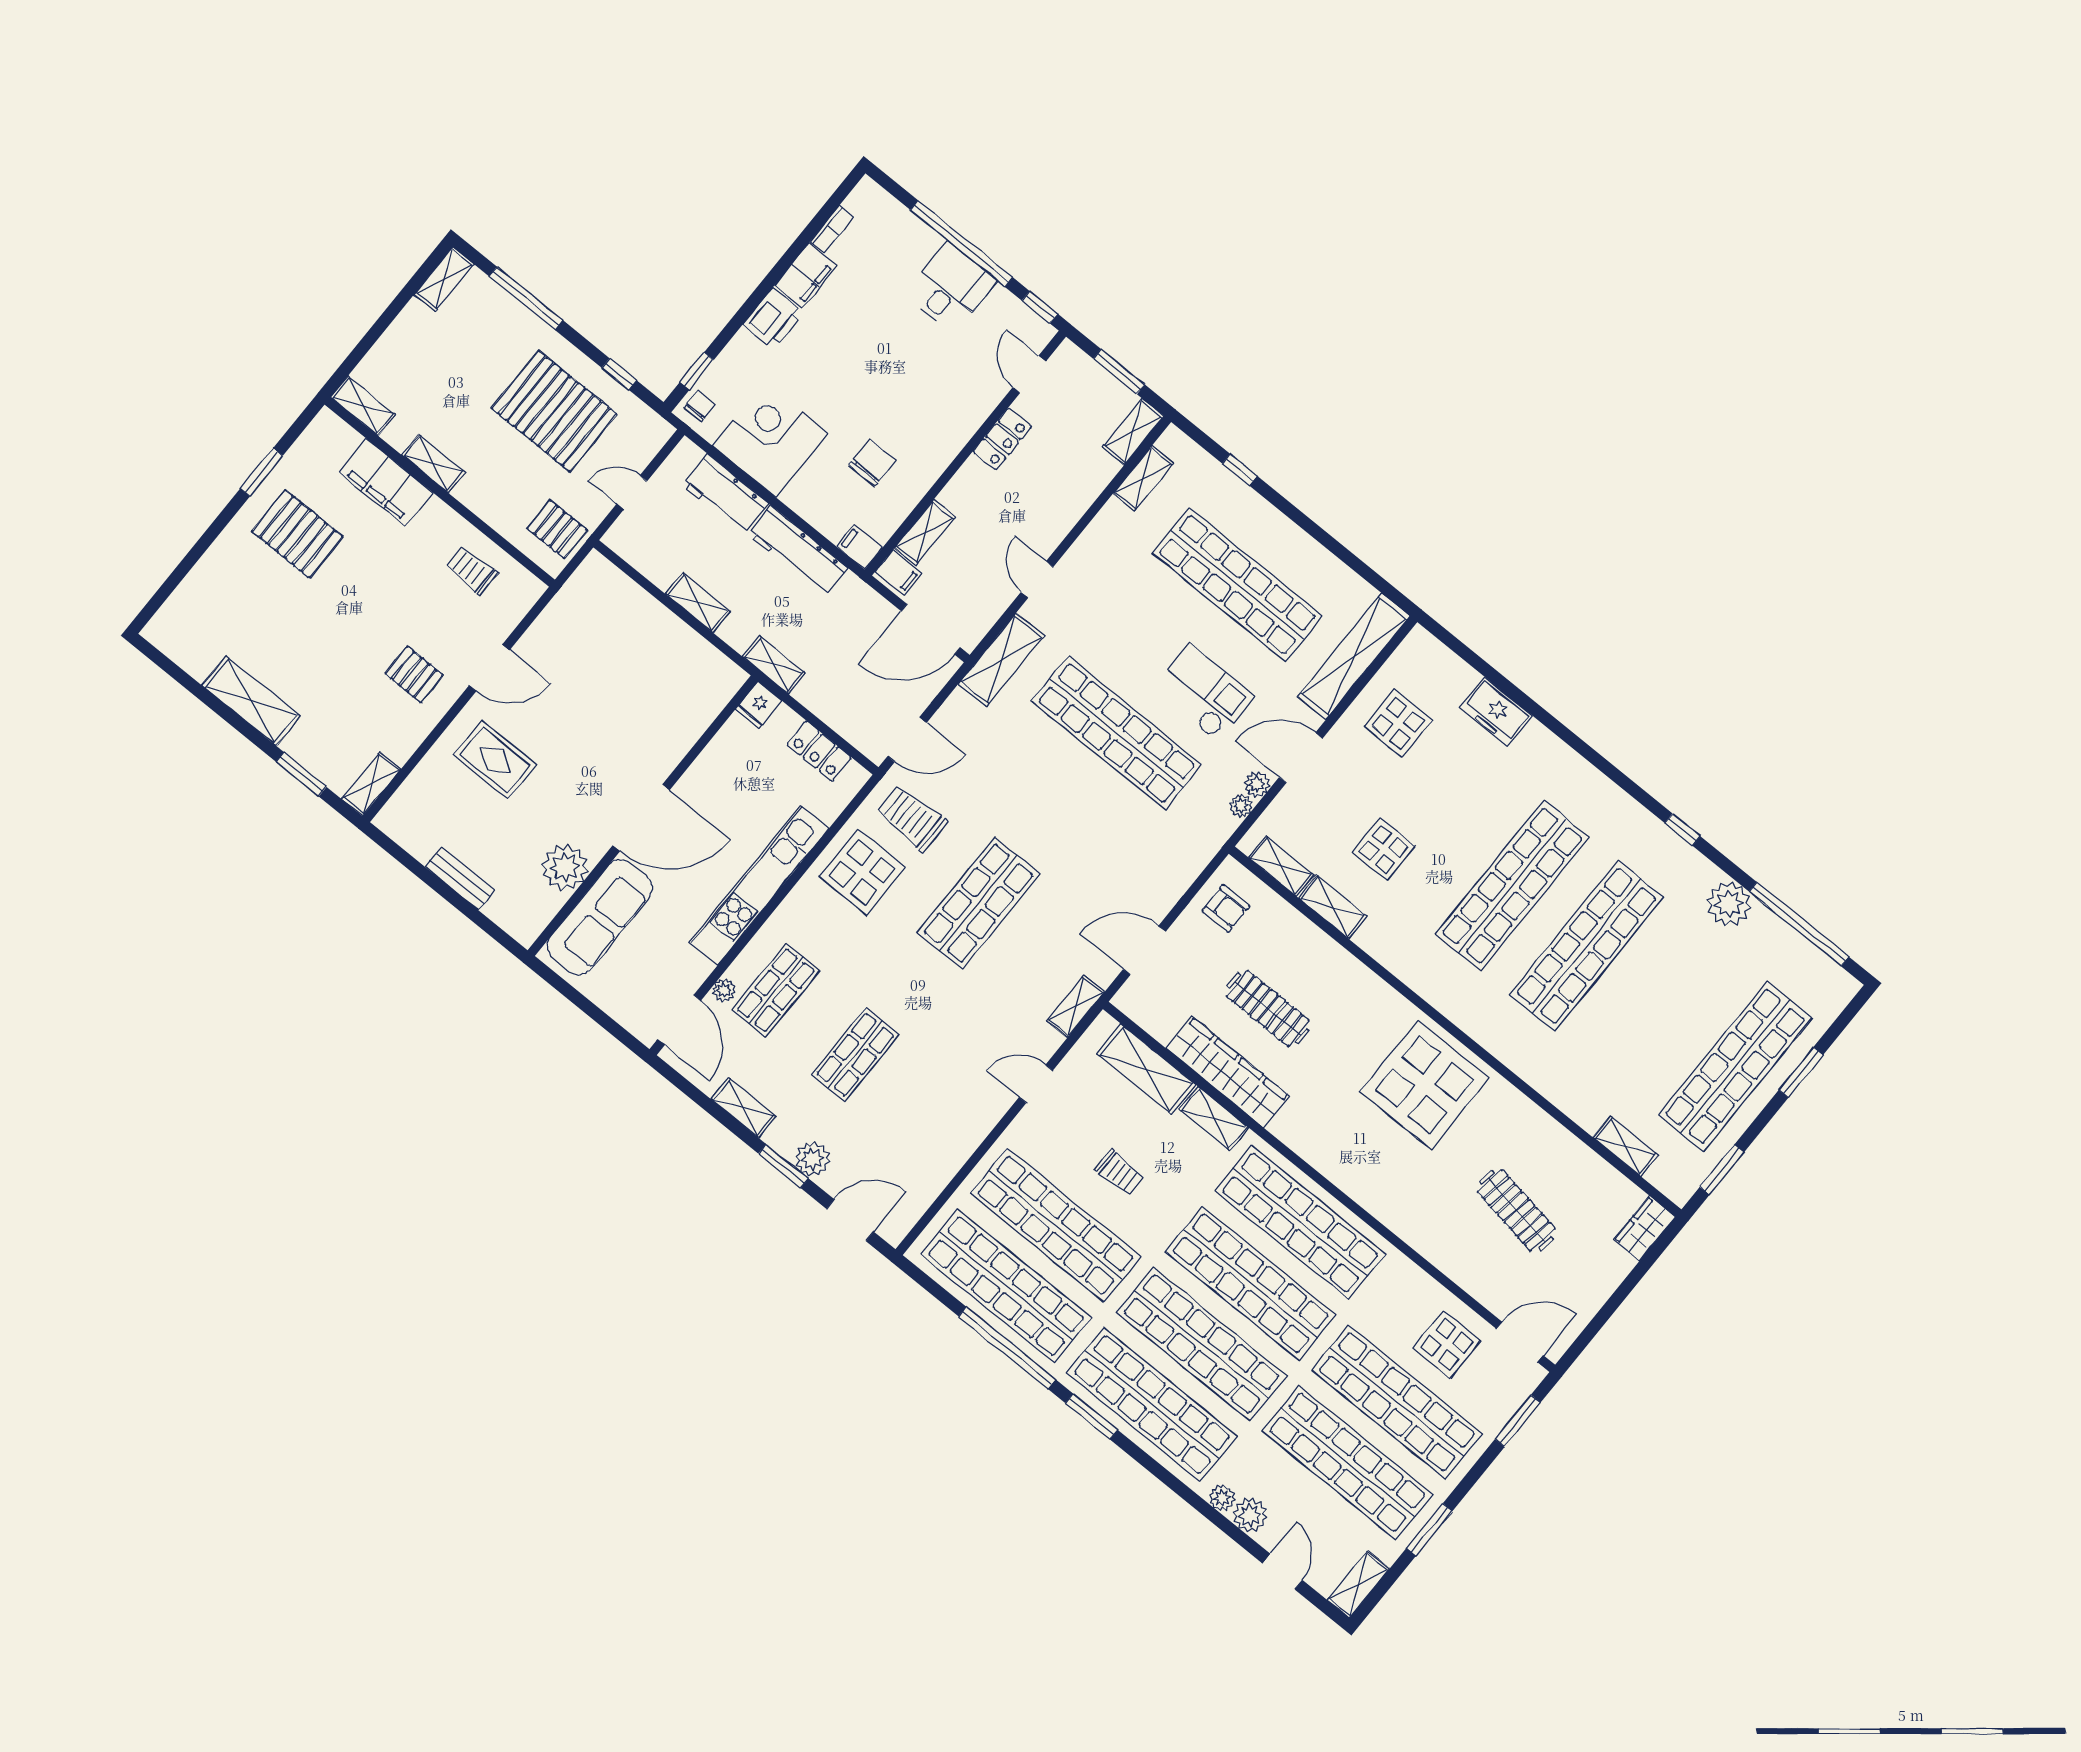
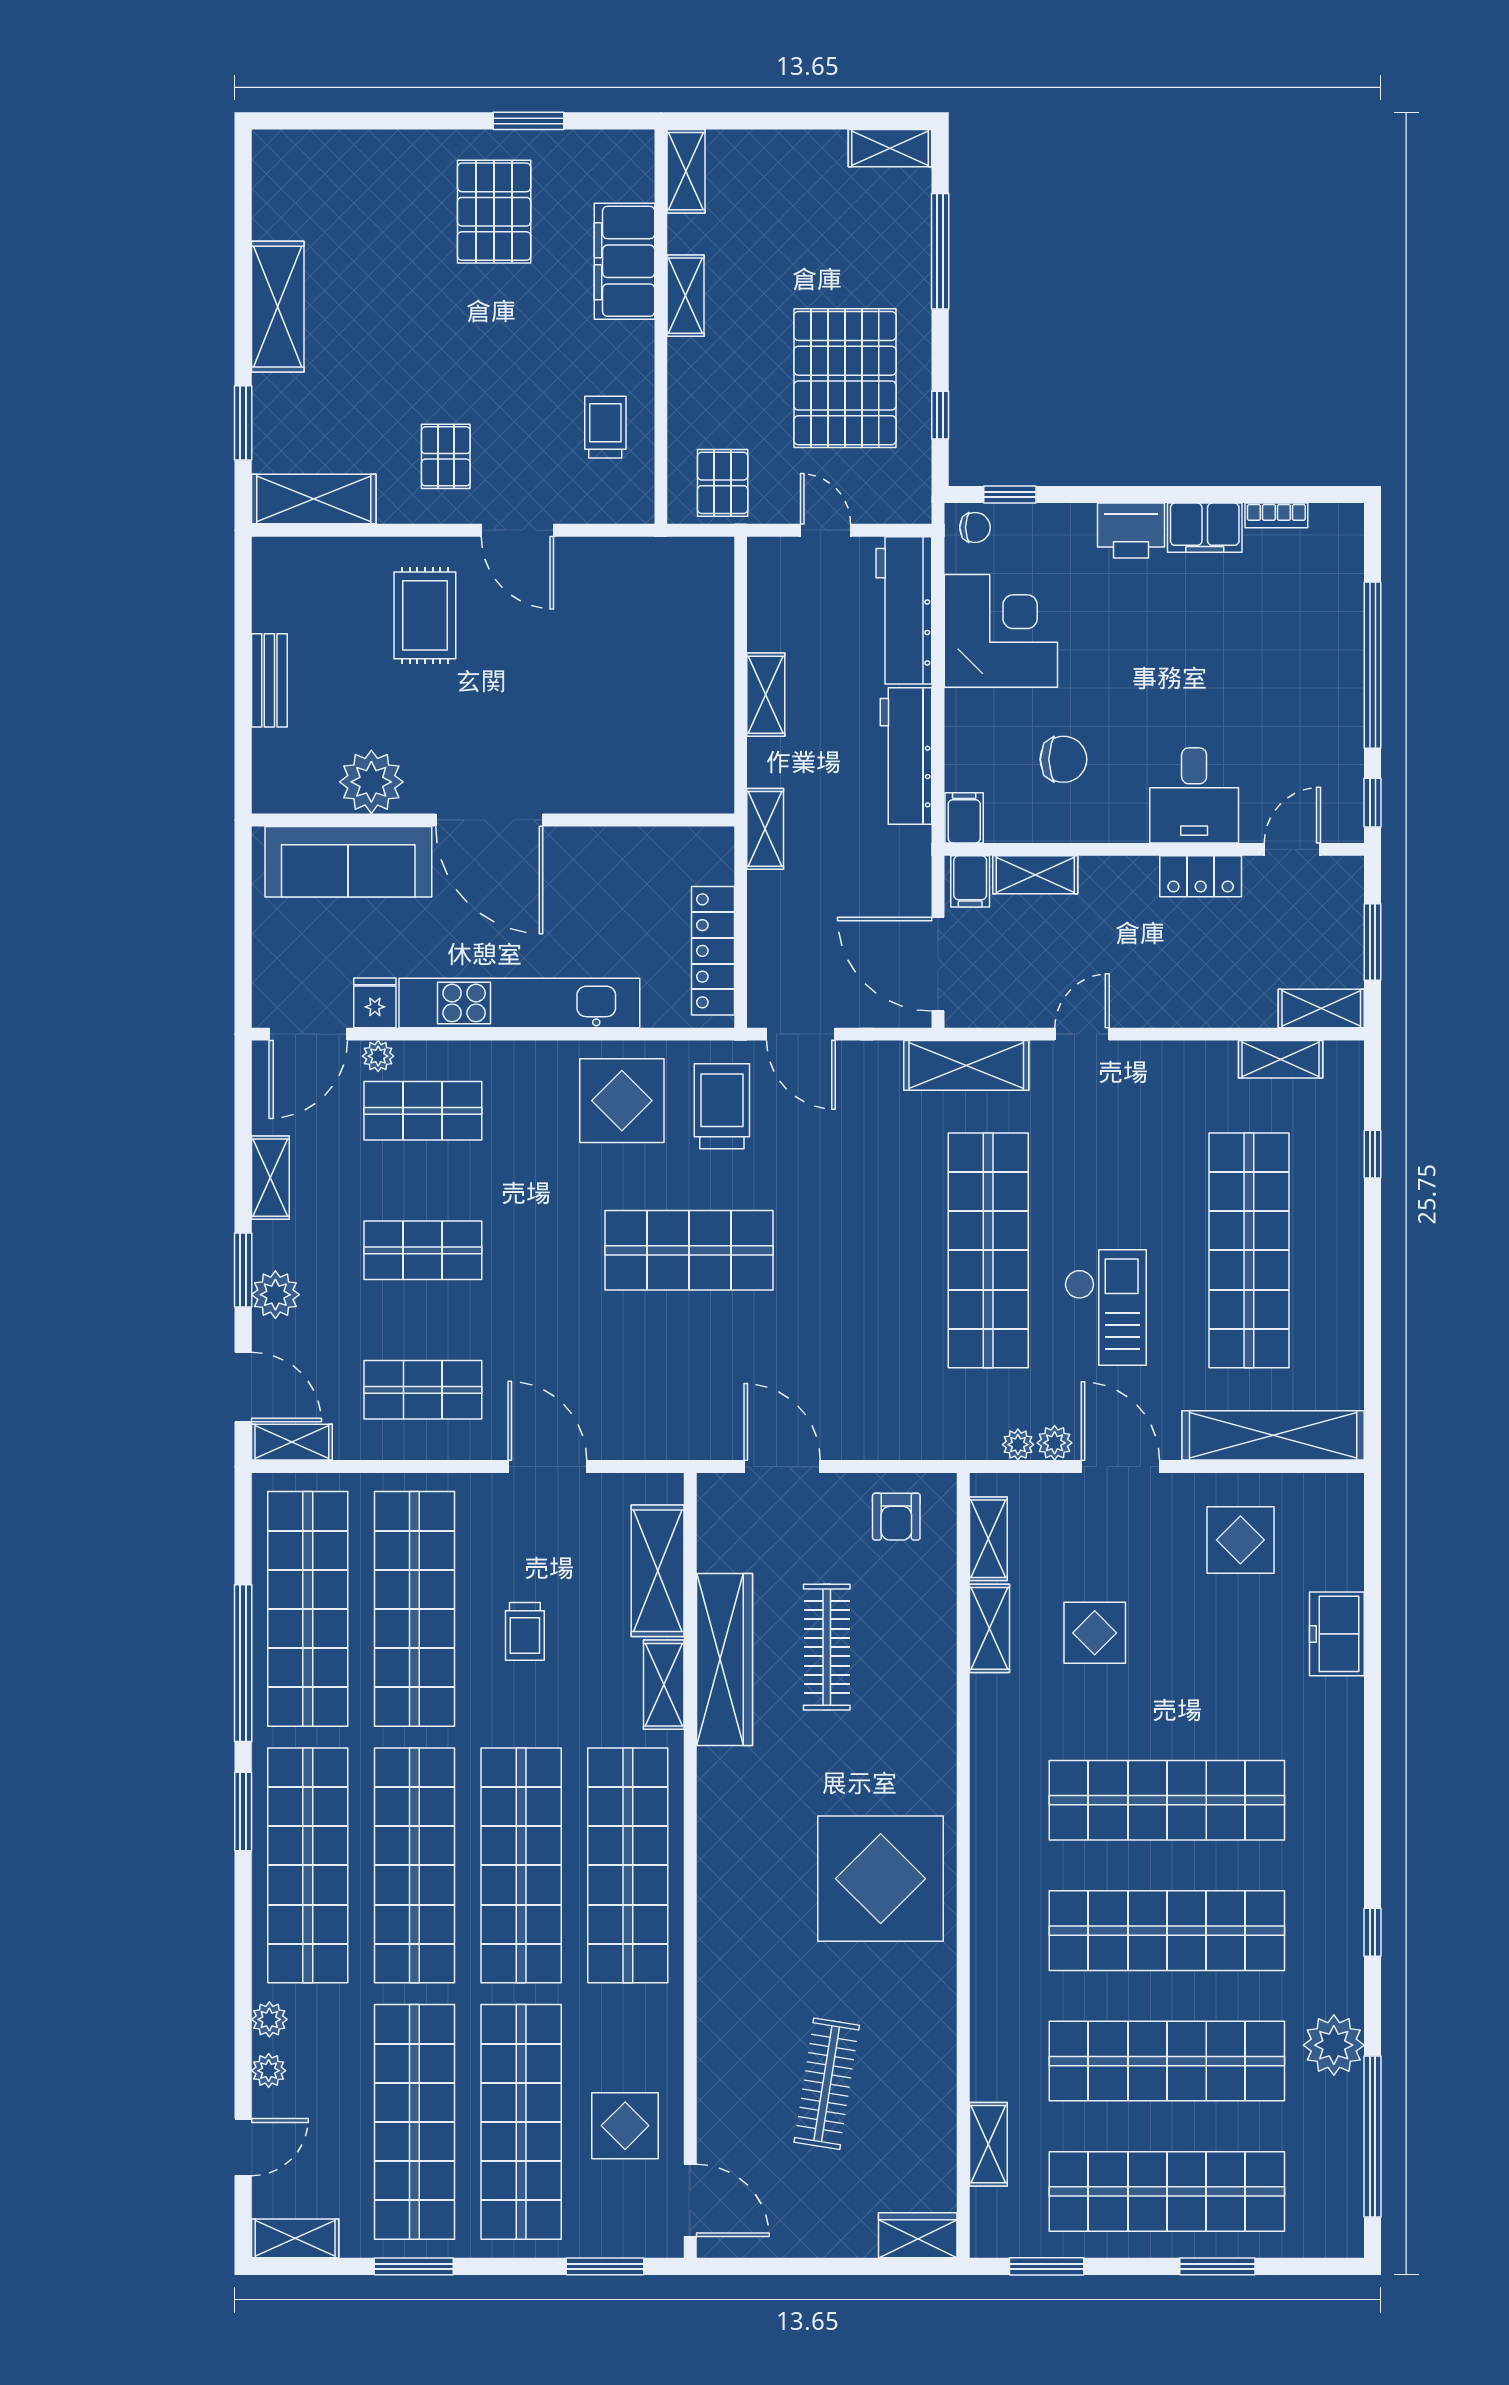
desk: (950, 288) -> (1194, 795), moved, turned 90
workbench: (725, 494) -> (904, 610), width x1.38
fridge: (758, 705) -> (375, 1003), moved, turned 90
locker: (819, 751) -> (713, 951), width x1.53
shelving: (371, 784) -> (314, 499), width x1.50, depth x1.33
shelving: (1076, 1006) -> (292, 1442), moved
shop shelf: (1661, 1006) -> (1167, 2061), added
door: (1036, 1084) -> (547, 1467), width x1.38
shop shelf: (935, 1119) -> (423, 1390), added
plant: (1250, 1515) -> (269, 2071), width x0.73, depth x0.73

